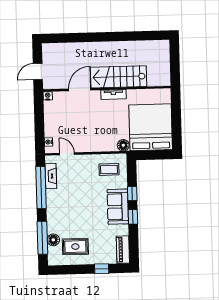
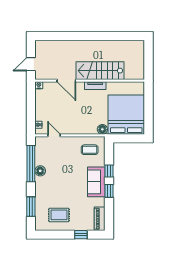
door: (80, 90) -> (66, 81), swing flipped
fireplace: (51, 176) -> (40, 154), removed
window: (42, 238) -> (31, 207), width x0.69
floor lamp: (53, 240) -> (40, 171), moved

